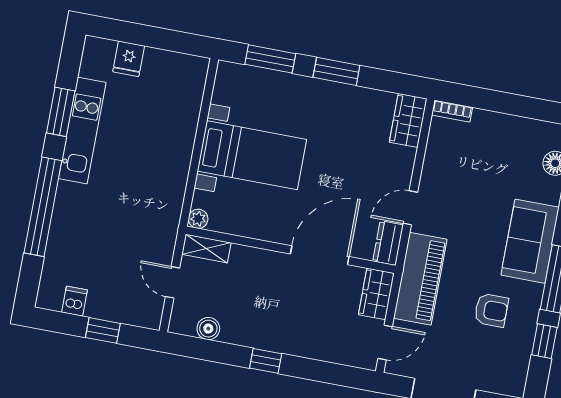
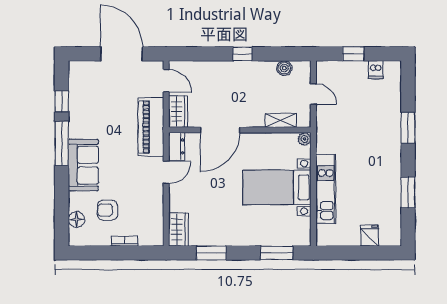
window: (336, 71) -> (211, 253), moved
bookcase: (452, 111) -> (125, 241), moved
kitchen unit: (82, 130) -> (326, 189), moved, turned 180
window: (43, 207) -> (408, 128), width x0.47
shelving: (206, 248) -> (281, 120), moved
armchair: (491, 310) -> (108, 210), moved
door: (385, 342) -> (166, 81), swing flipped

